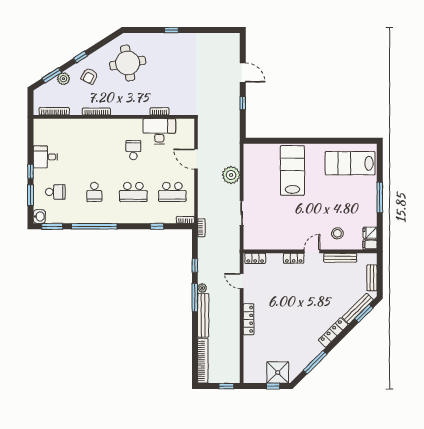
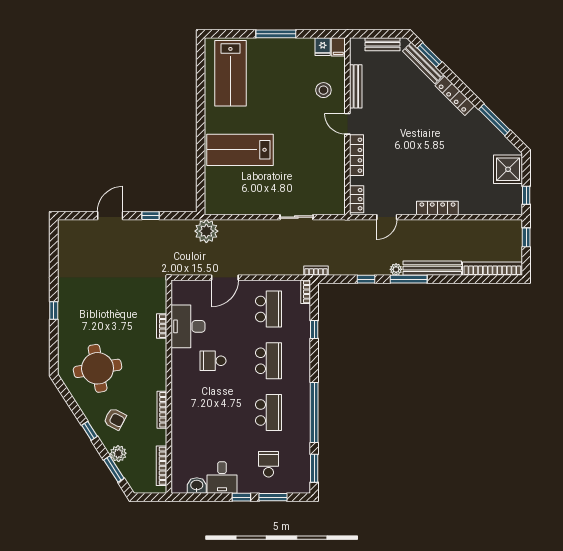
plant: (231, 175) -> (206, 231), moved
school desk: (94, 192) -> (269, 413), width x1.85
washbasin: (39, 216) -> (197, 486), moved
locker: (294, 258) -> (357, 155), width x1.53
window: (273, 386) -> (526, 195), moved

